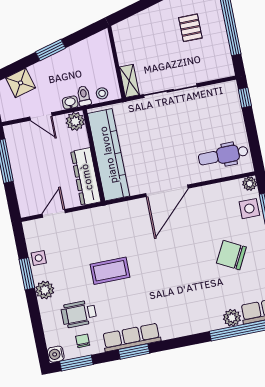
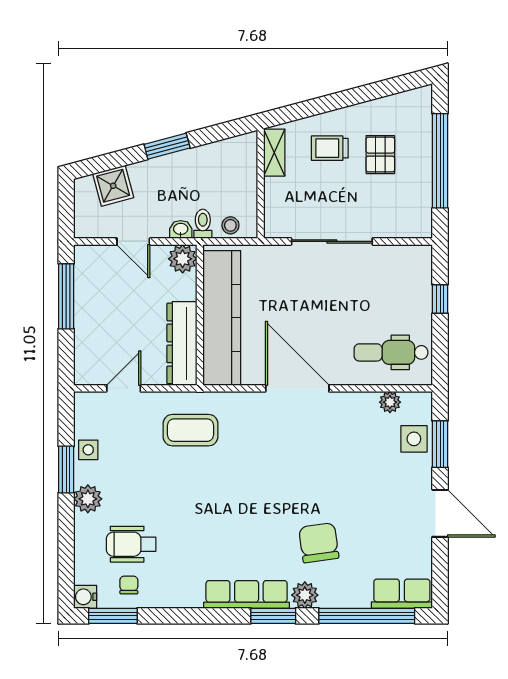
trolley: (157, 30) -> (330, 148), added
shelving: (129, 81) -> (274, 153), moved
window: (245, 98) -> (440, 299), moved
plant: (250, 184) -> (390, 402), moved
door: (167, 191) -> (297, 388), swing flipped
chair: (231, 255) -> (319, 543), moved, turned 54
coffee table: (110, 271) -> (191, 430), moved
plant: (232, 318) -> (305, 595), moved
row of seats: (131, 337) -> (247, 594), moved
window: (134, 351) -> (273, 616), moved

